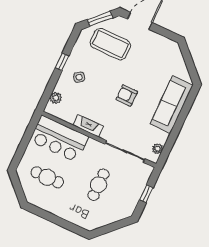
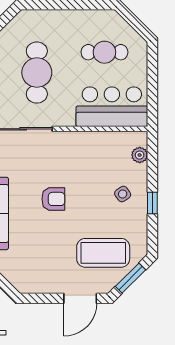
fireplace: (88, 126) -> (84, 139), removed
cafe table: (98, 185) -> (37, 73), width x1.37, depth x1.35

